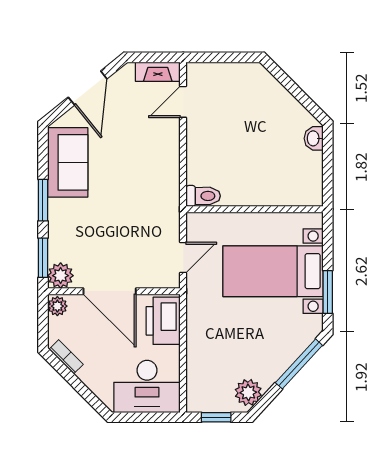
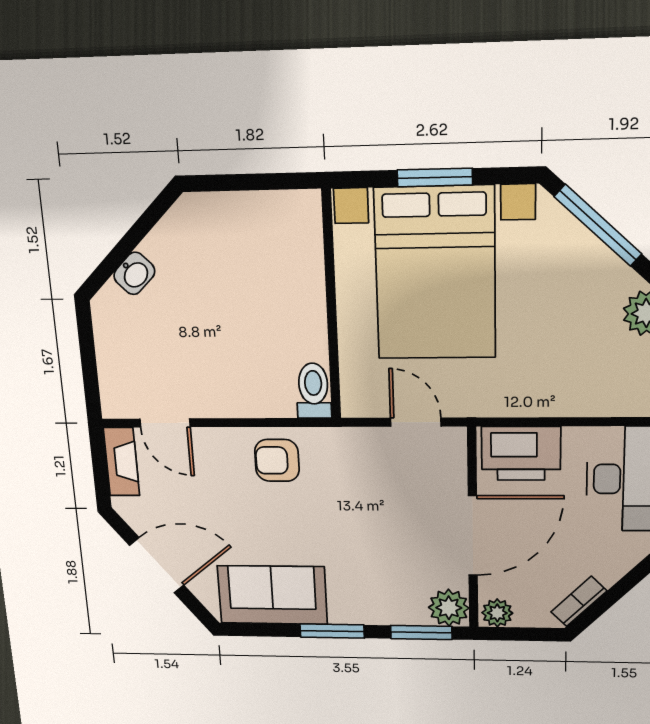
washbasin: (314, 138) -> (134, 273), moved, turned -45
armchair: (159, 171) -> (277, 460), added
bed with nightstands: (273, 271) -> (435, 274), width x1.36
window: (328, 292) -> (435, 177), moved

